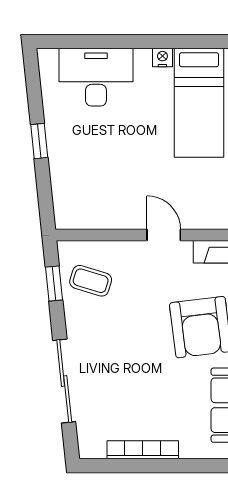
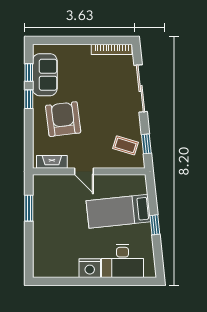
nightstand: (162, 58) -> (90, 268), width x1.89, depth x1.79
bed: (199, 103) -> (118, 211), moved, turned -96
bookcase: (143, 450) -> (112, 49), moved

